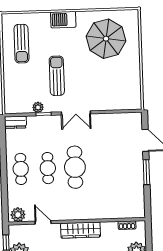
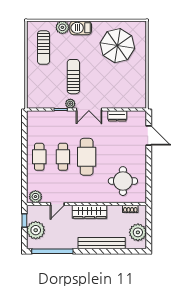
plant: (42, 20) -> (62, 27), added
plant: (38, 107) -> (70, 104), moved
dresser: (15, 122) -> (117, 116), moved
window: (146, 172) -> (149, 163), removed
round table: (117, 194) -> (123, 181), added
door: (43, 222) -> (57, 204), swing flipped

